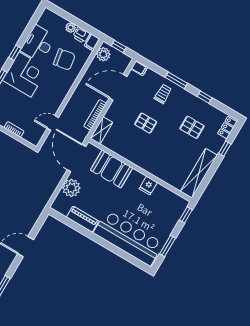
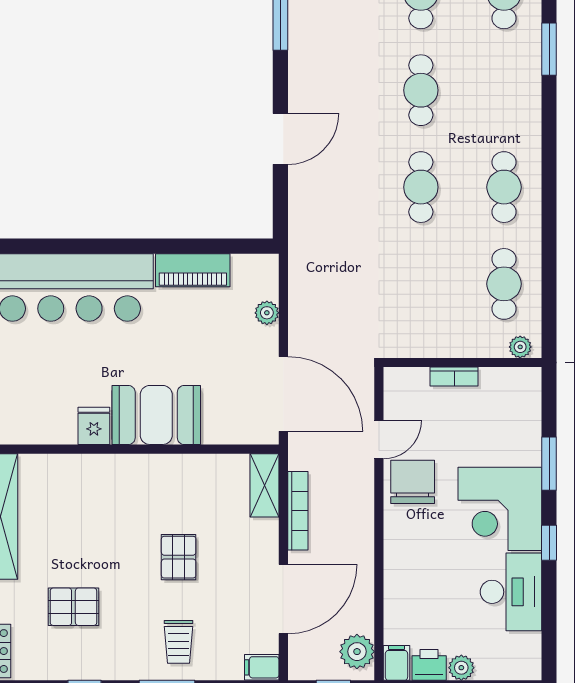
chair: (64, 59) -> (413, 482), moved, turned 100
pallet: (146, 123) -> (179, 557), turned 90
booth: (112, 169) -> (156, 415), moved
plant: (71, 188) -> (267, 313), width x0.53, depth x0.53

